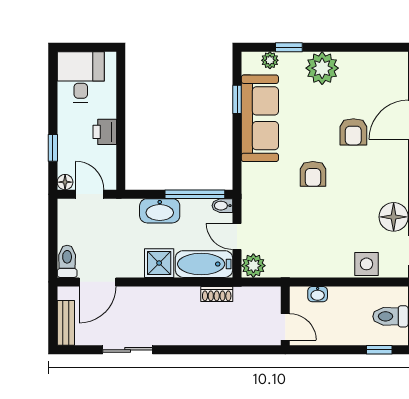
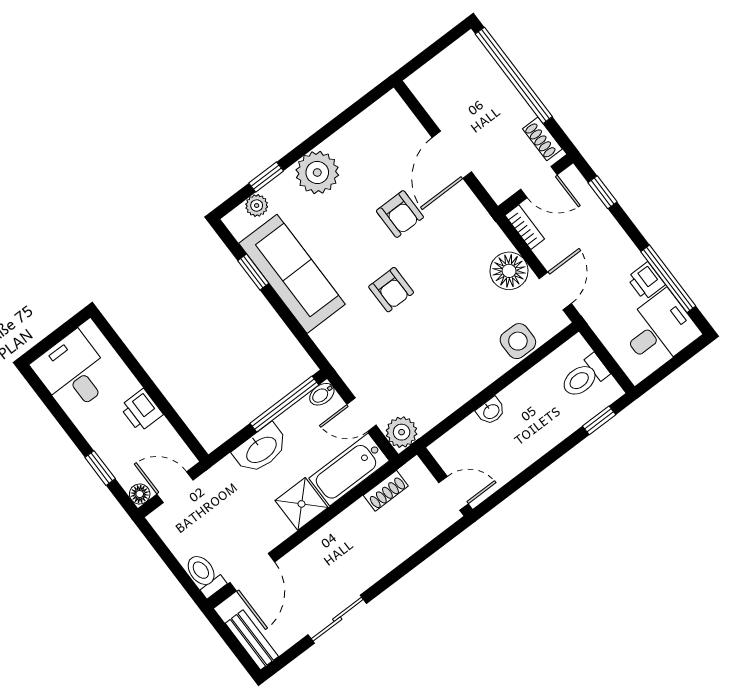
wall: (285, 316) -> (445, 482), moved
door: (285, 327) -> (454, 493), moved

